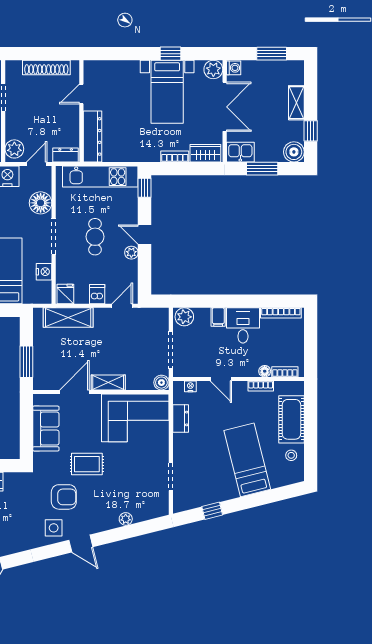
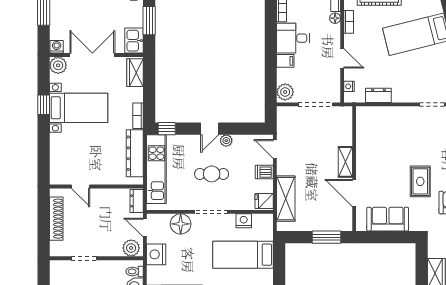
dresser: (92, 136) -> (135, 153), moved, turned -90
bookcase: (175, 157) -> (138, 116), moved
door: (221, 379) -> (342, 58), hinge flipped
boiler: (161, 383) -> (345, 113), removed
corner sofa: (135, 418) -> (378, 137), removed

